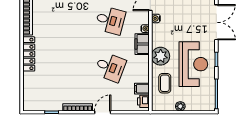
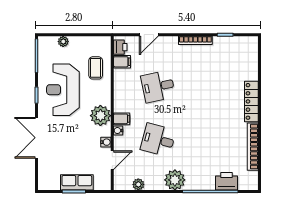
filing cabinet: (142, 44) -> (122, 119), width x0.50
plant: (161, 56) -> (100, 116), moved
desk: (110, 67) -> (158, 86), turned -33
plant: (180, 106) -> (63, 42), moved
door: (103, 112) -> (149, 35), moved

